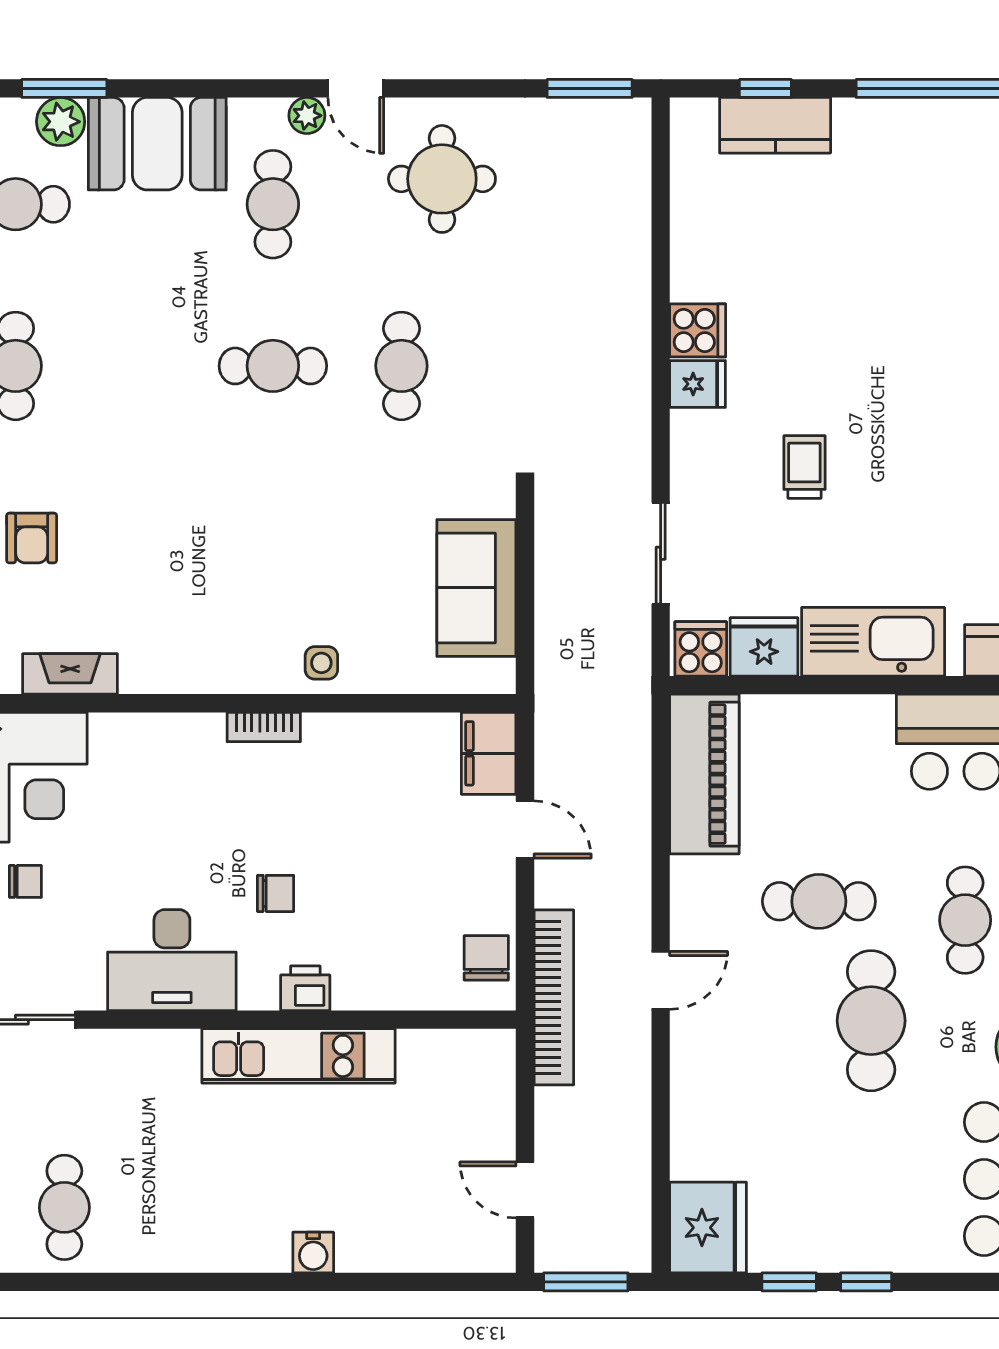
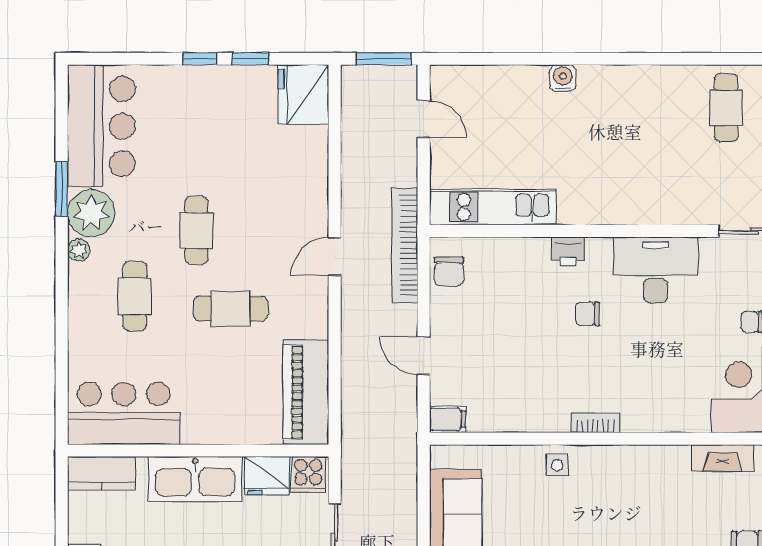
filing cabinet: (489, 753) -> (448, 419), width x0.50
cafe table: (871, 1021) -> (196, 230), width x0.73, depth x0.74
kitchen unit: (299, 1056) -> (493, 207), moved

